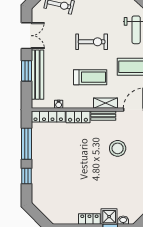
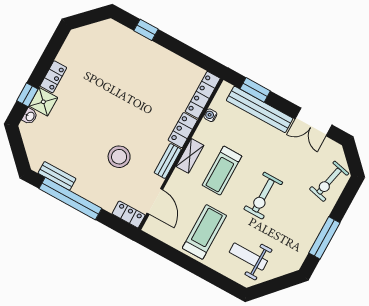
window: (26, 71) -> (255, 90), moved
shelving: (106, 103) -> (190, 156), moved
window: (26, 144) -> (184, 51), removed

